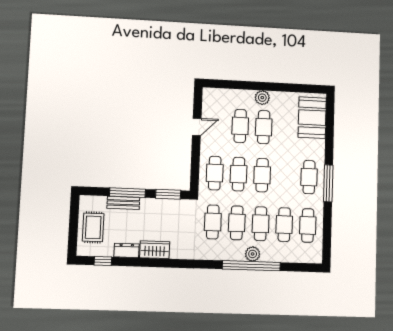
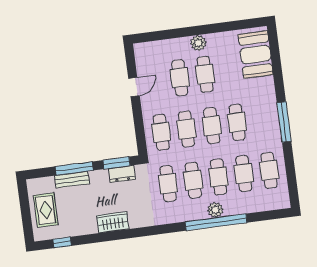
cafe table: (309, 177) -> (237, 122), moved
dresser: (126, 250) -> (122, 174), moved, turned 180

